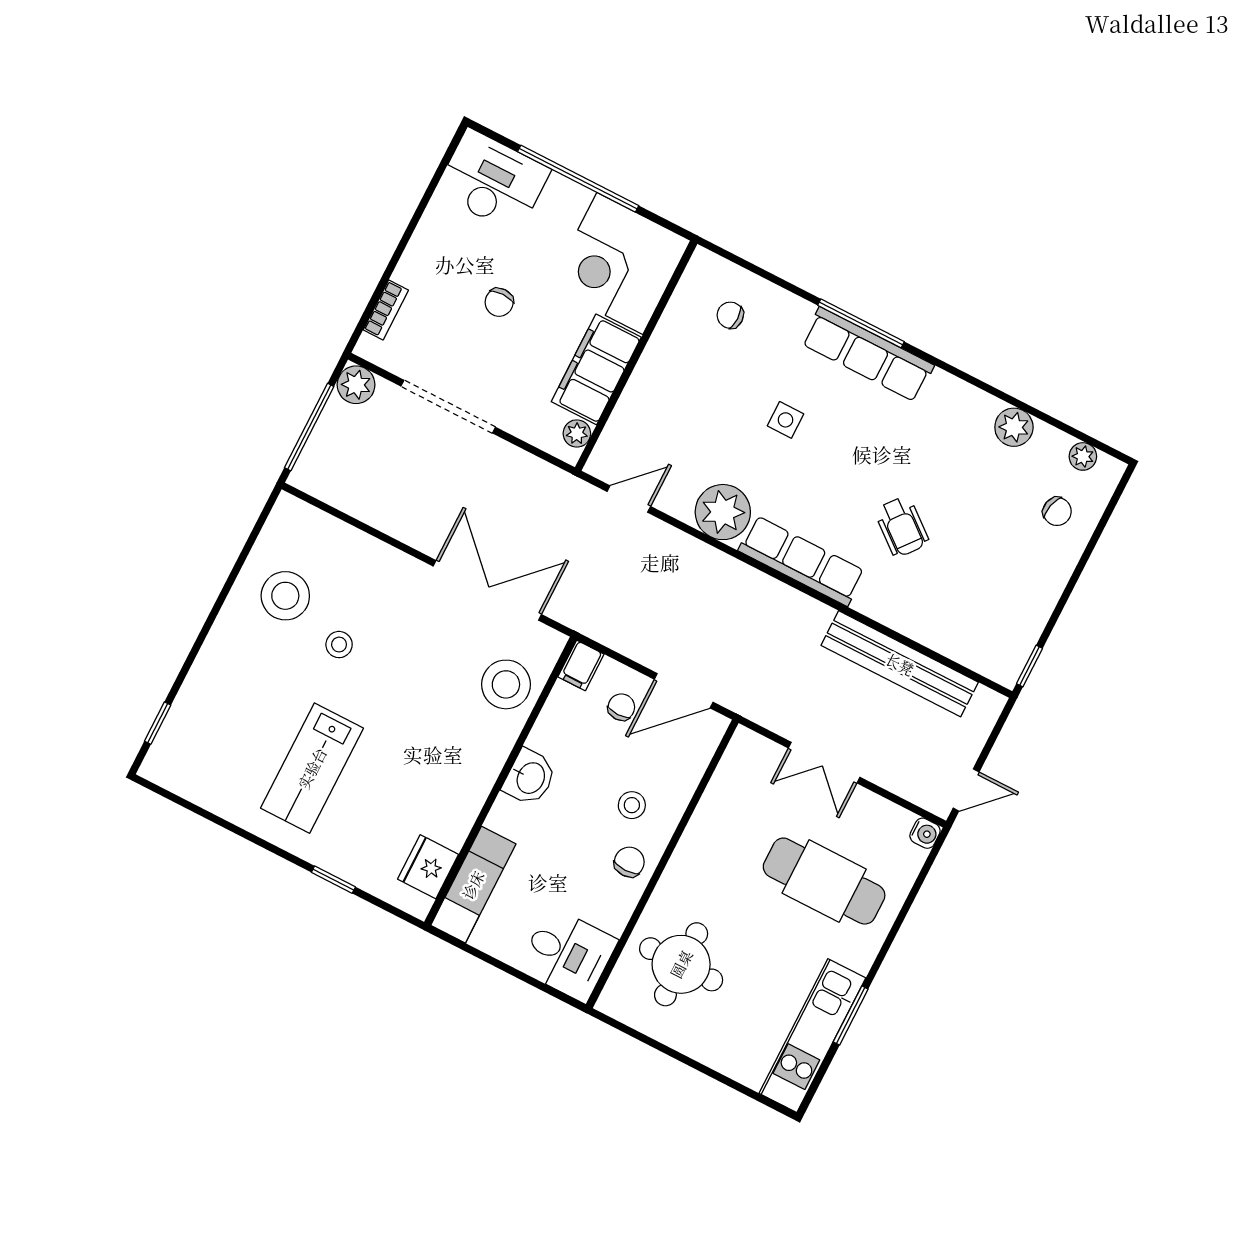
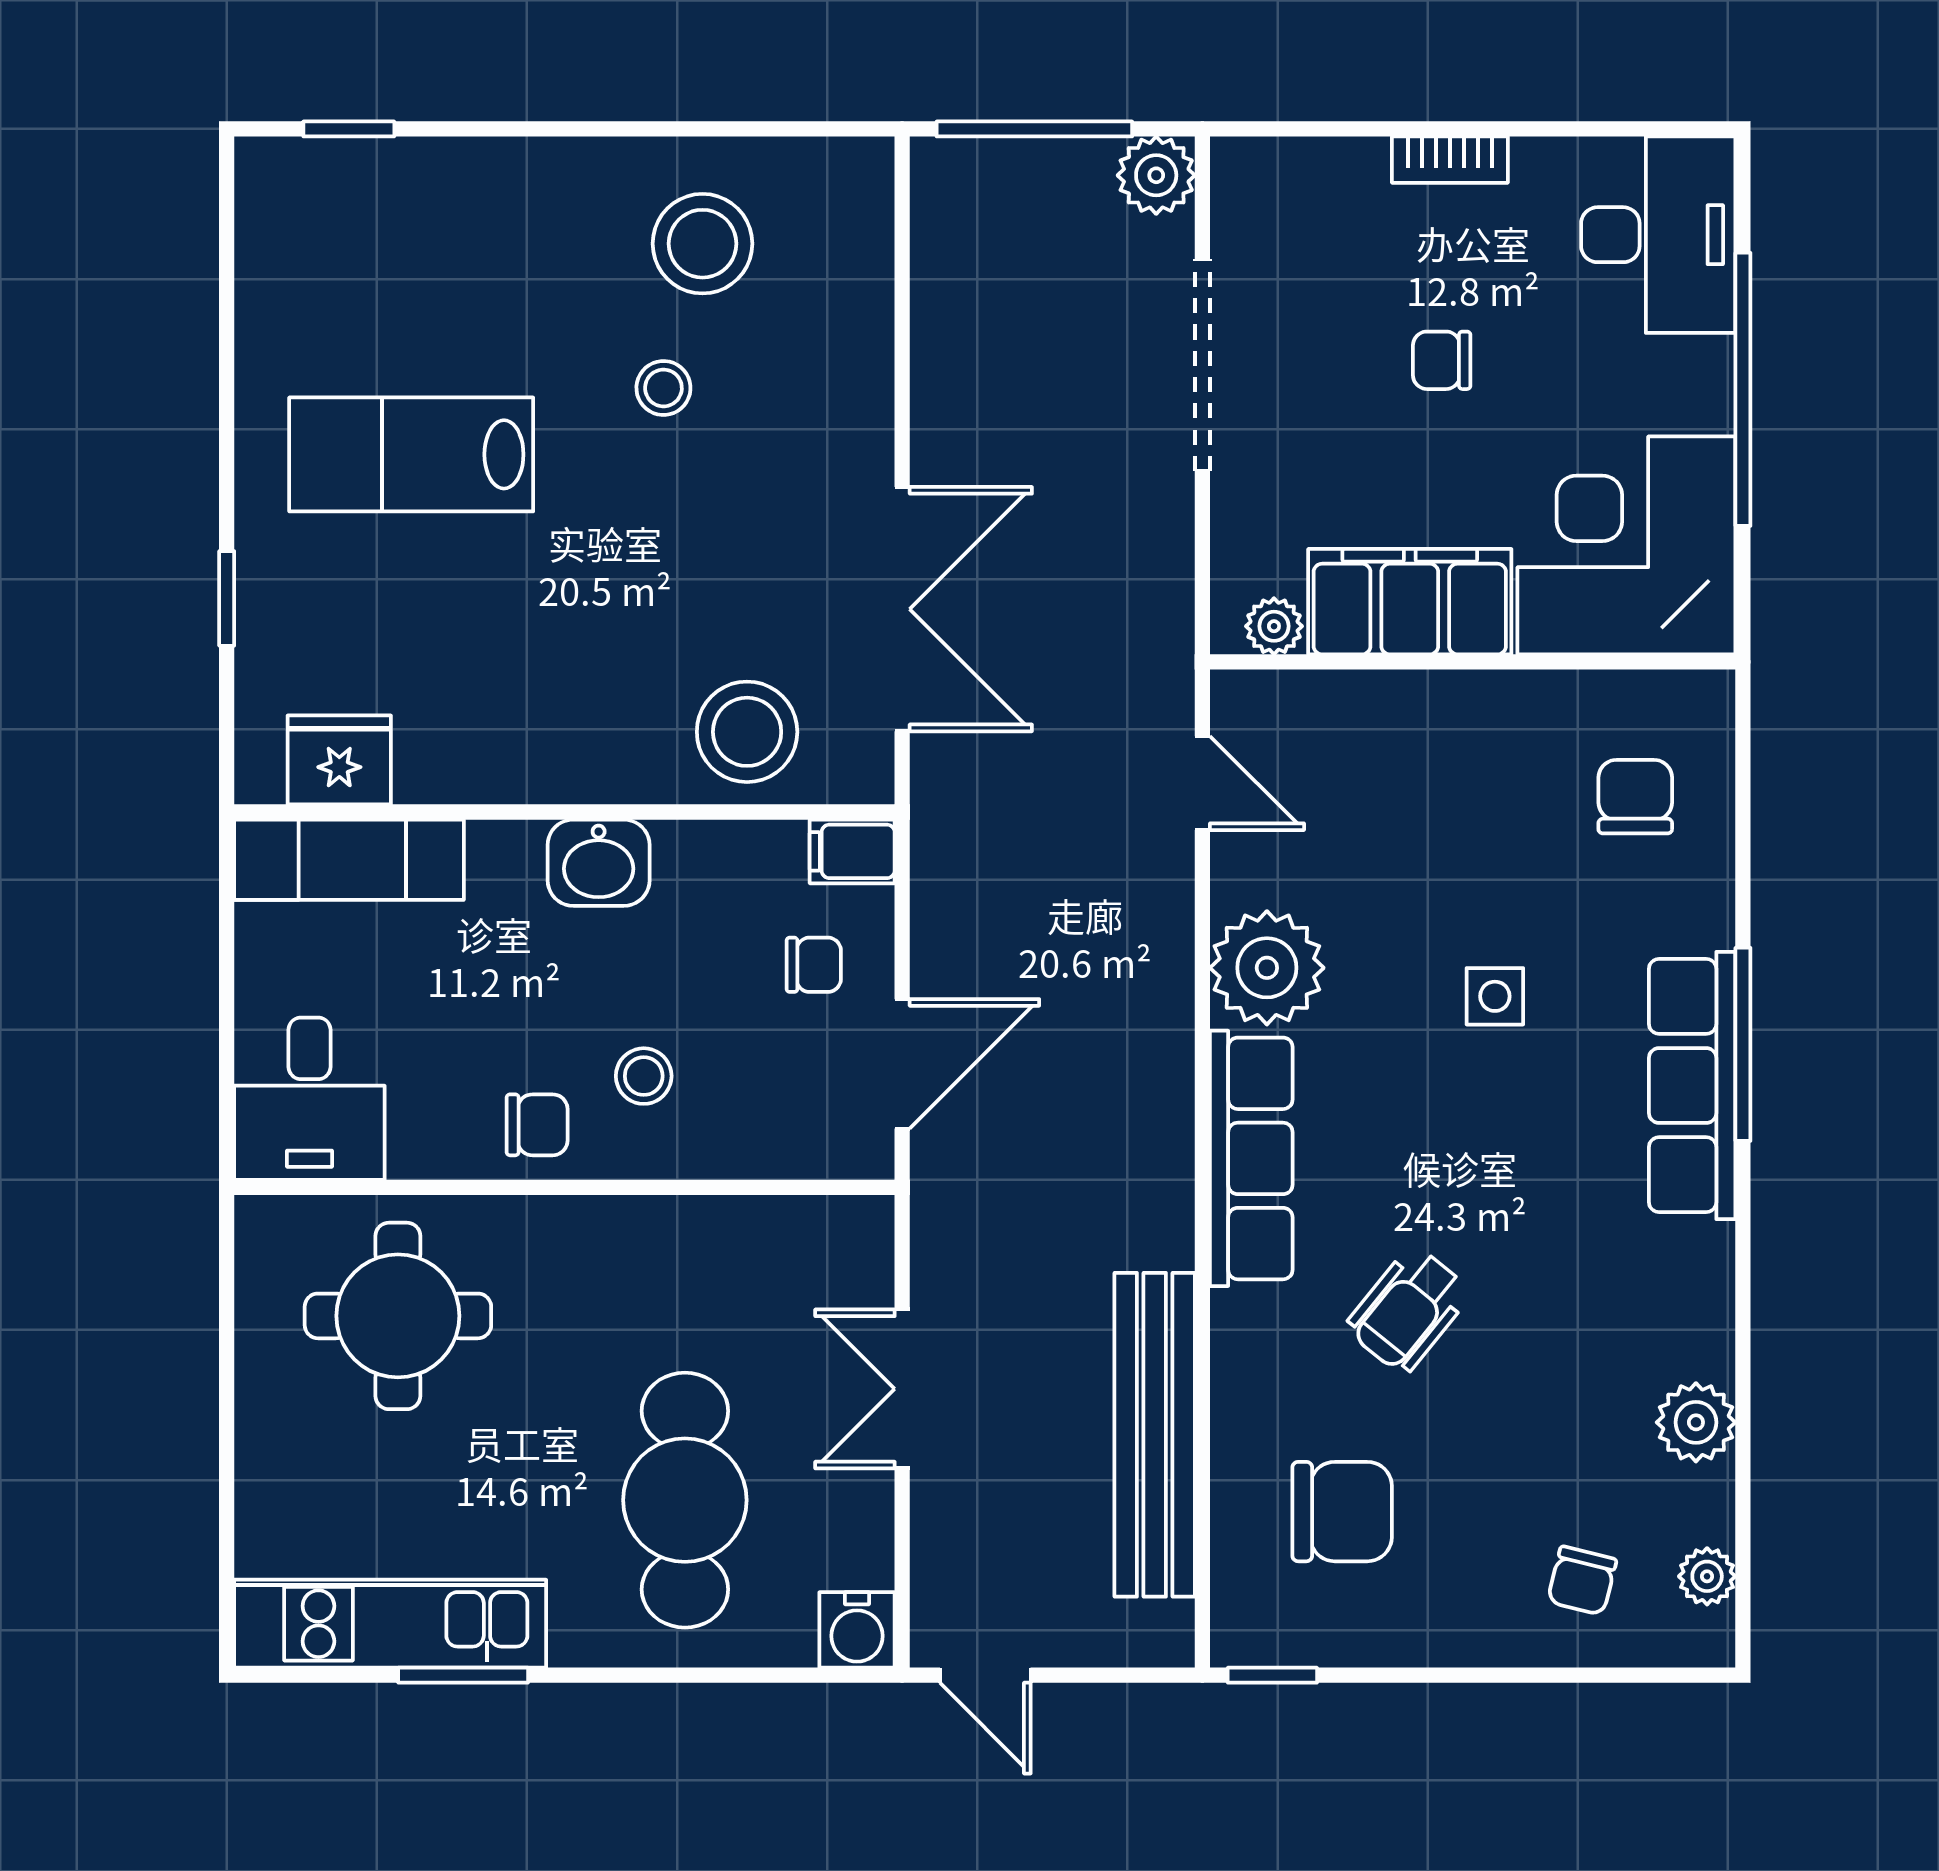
bookcase: (386, 310) -> (1450, 160), moved
chair: (730, 315) -> (1635, 797), width x1.37, depth x1.37
chair: (974, 600) -> (1342, 1512), added
door: (684, 691) -> (902, 1064), swing flipped
water cooler: (925, 833) -> (857, 1630), width x1.38, depth x1.38

